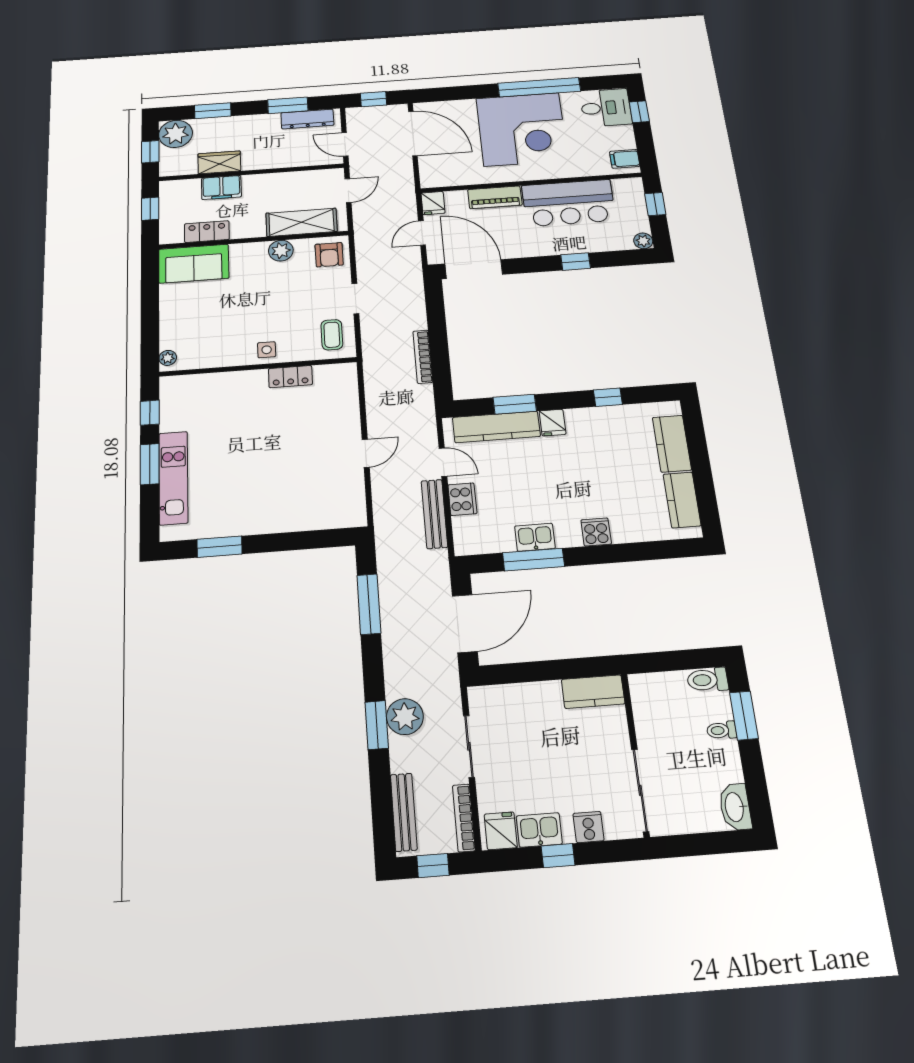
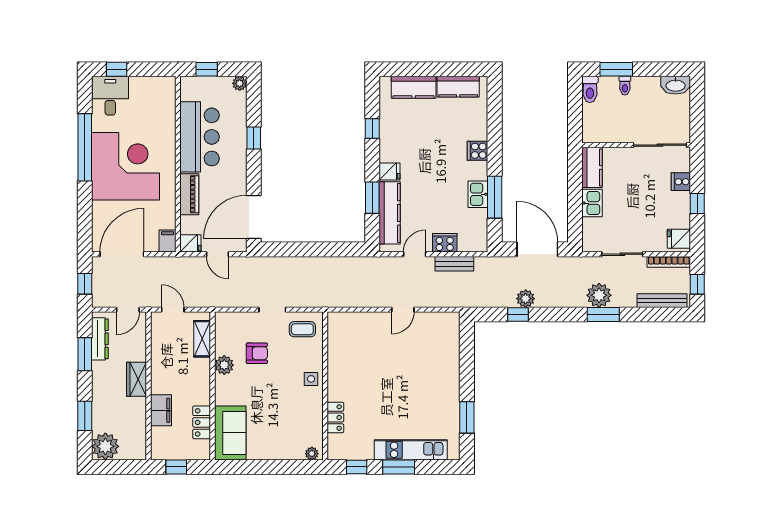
window: (150, 152) -> (121, 467), removed
filing cabinet: (625, 159) -> (167, 241), moved, turned 180
wardrobe: (219, 162) -> (137, 379), moved
shelving: (301, 222) -> (202, 339), width x0.67, depth x0.75
armchair: (329, 255) -> (257, 353), moved
bookcase: (423, 357) -> (327, 262), removed
locker: (290, 377) -> (335, 417), moved
door: (366, 453) -> (403, 310), swing flipped
bench: (434, 514) -> (454, 264), width x0.73
window: (369, 604) -> (518, 315), width x0.46
plant: (392, 613) -> (526, 299), added
kitchen sink: (539, 830) -> (592, 203), moved, turned 180

